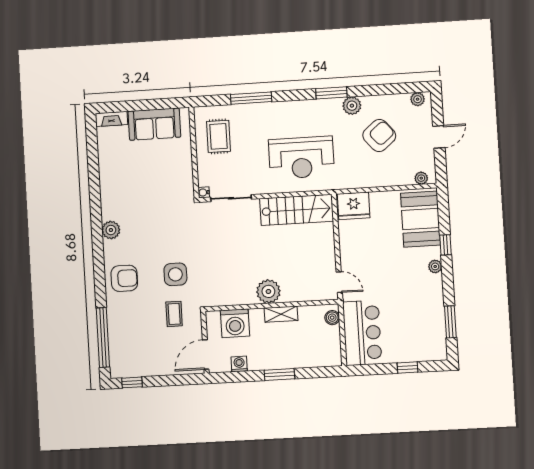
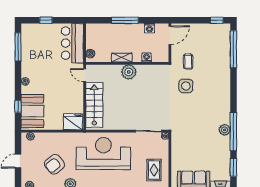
window: (92, 149) -> (233, 167), added
reception desk: (301, 158) -> (103, 154), width x1.36, depth x1.30
window: (95, 206) -> (233, 131), added
stairs: (297, 210) -> (94, 105), moved, turned 90
plant: (111, 230) -> (225, 130), moved
window: (446, 245) -> (18, 106), moved
armchair: (124, 278) -> (218, 85), removed
window: (450, 322) -> (18, 47), width x1.44
washing machine: (235, 323) -> (147, 58), width x0.53, depth x0.53
window: (279, 374) -> (125, 20), width x1.44

